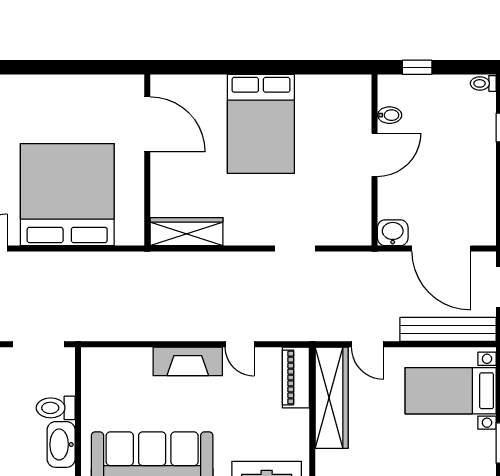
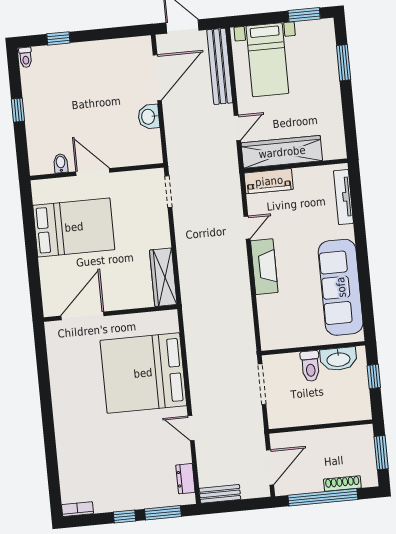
bidet: (390, 115) -> (61, 163), moved
door: (375, 155) -> (93, 172), moved
wall: (375, 160) -> (97, 172), moved

